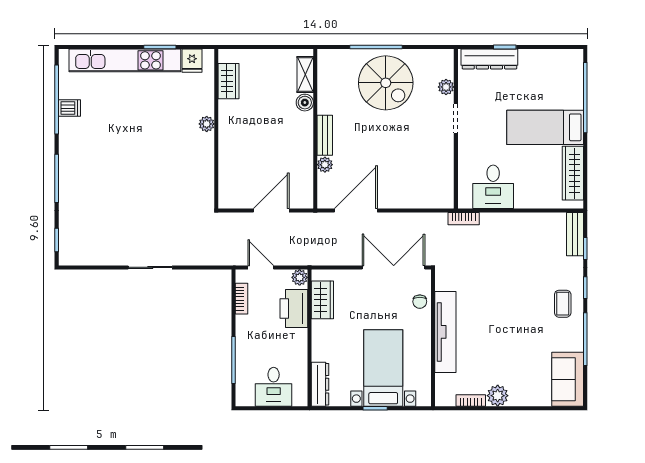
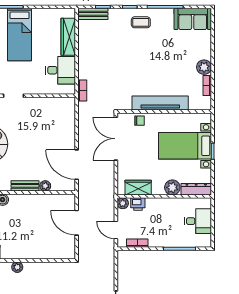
wardrobe: (573, 173) -> (68, 37), moved, turned 90
door: (261, 267) -> (116, 230), hinge flipped
printer: (294, 308) -> (138, 204), width x0.53, depth x0.68
plant: (323, 350) -> (172, 187), added

